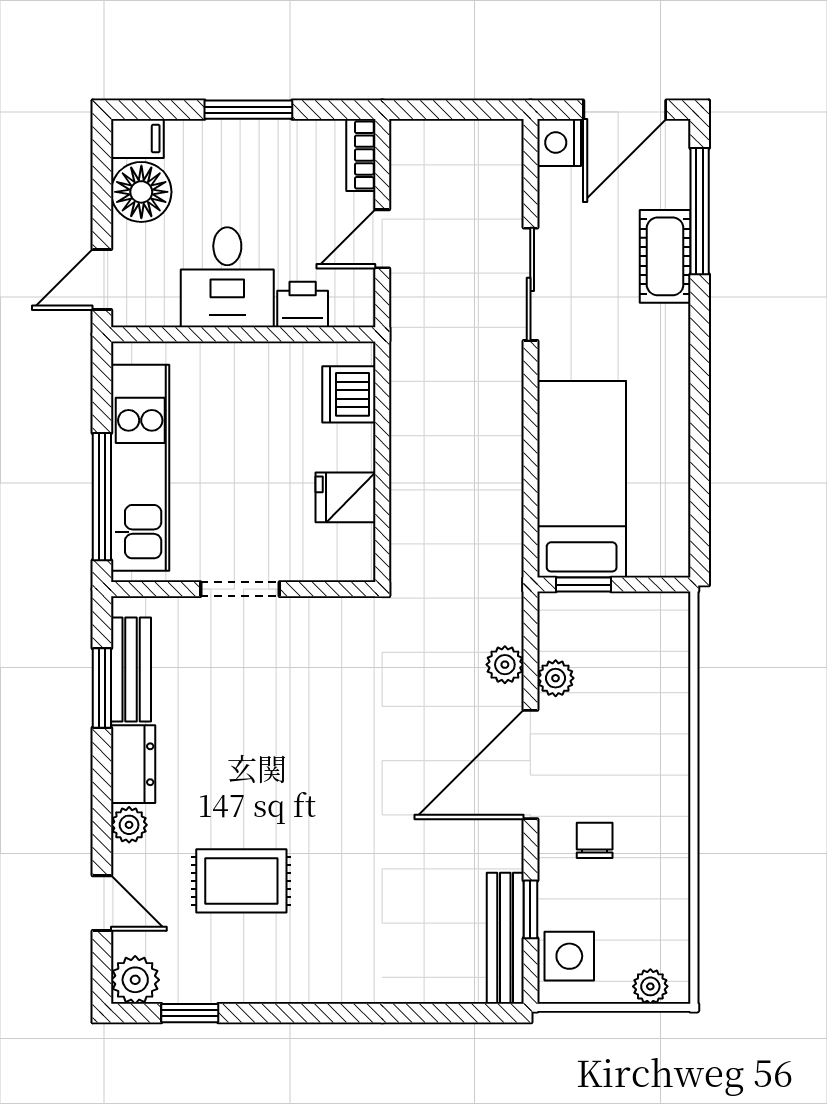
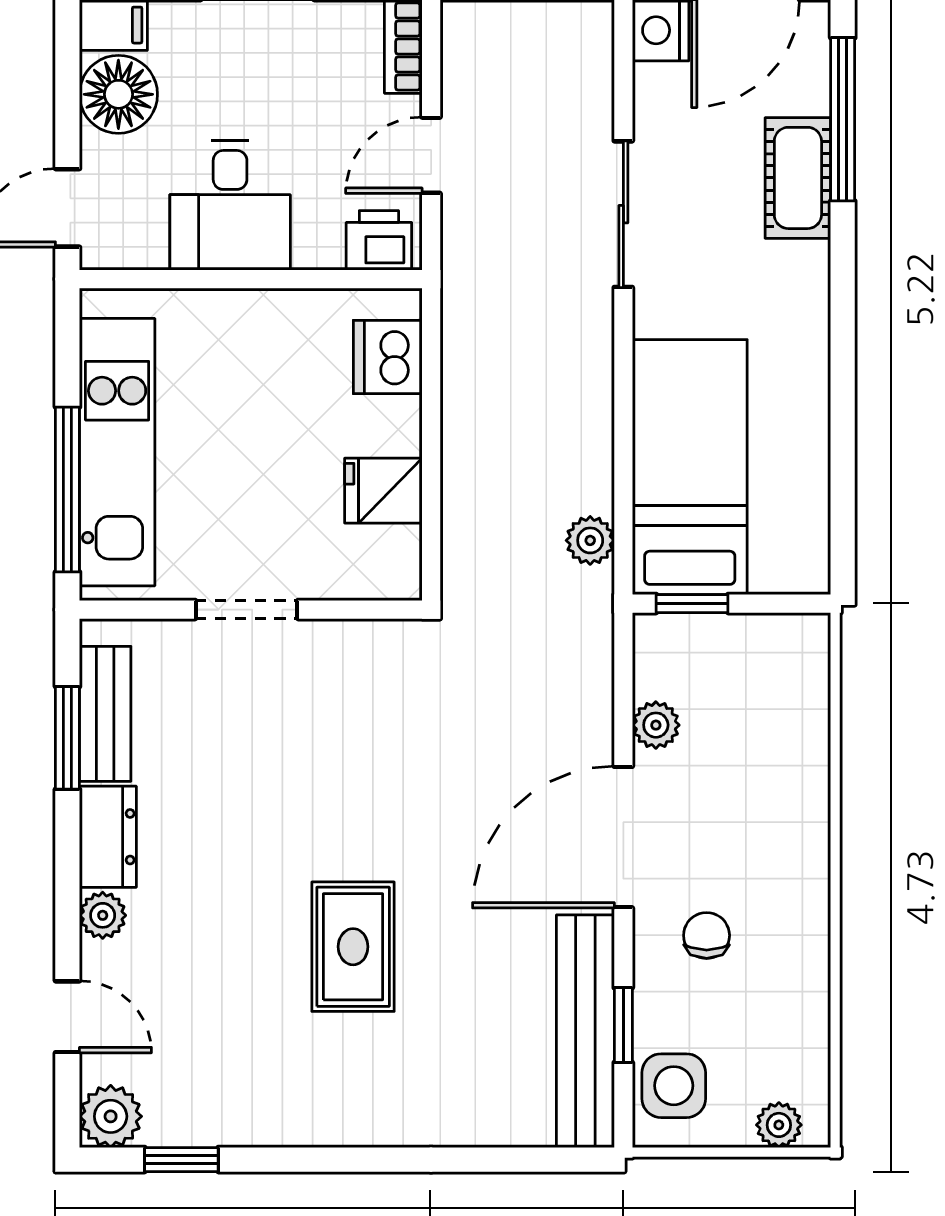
printer: (303, 304) -> (379, 240), moved
plant: (505, 665) -> (590, 540), moved
rug: (241, 881) -> (353, 947), moved, turned 90
bench: (505, 938) -> (585, 1031), width x1.37, depth x1.21

